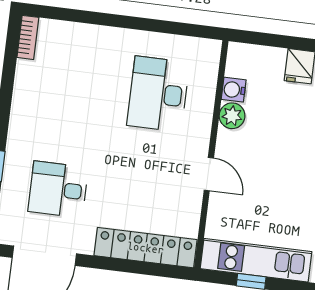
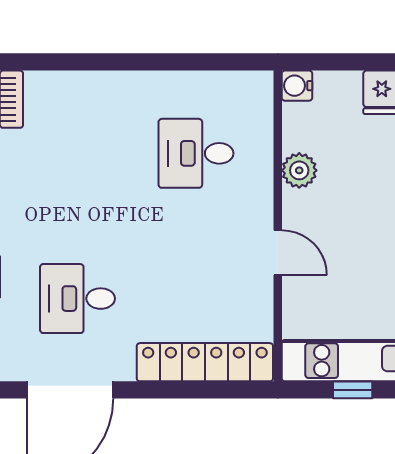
water cooler: (234, 90) -> (297, 86), moved
desk: (158, 94) -> (196, 153), width x0.73

